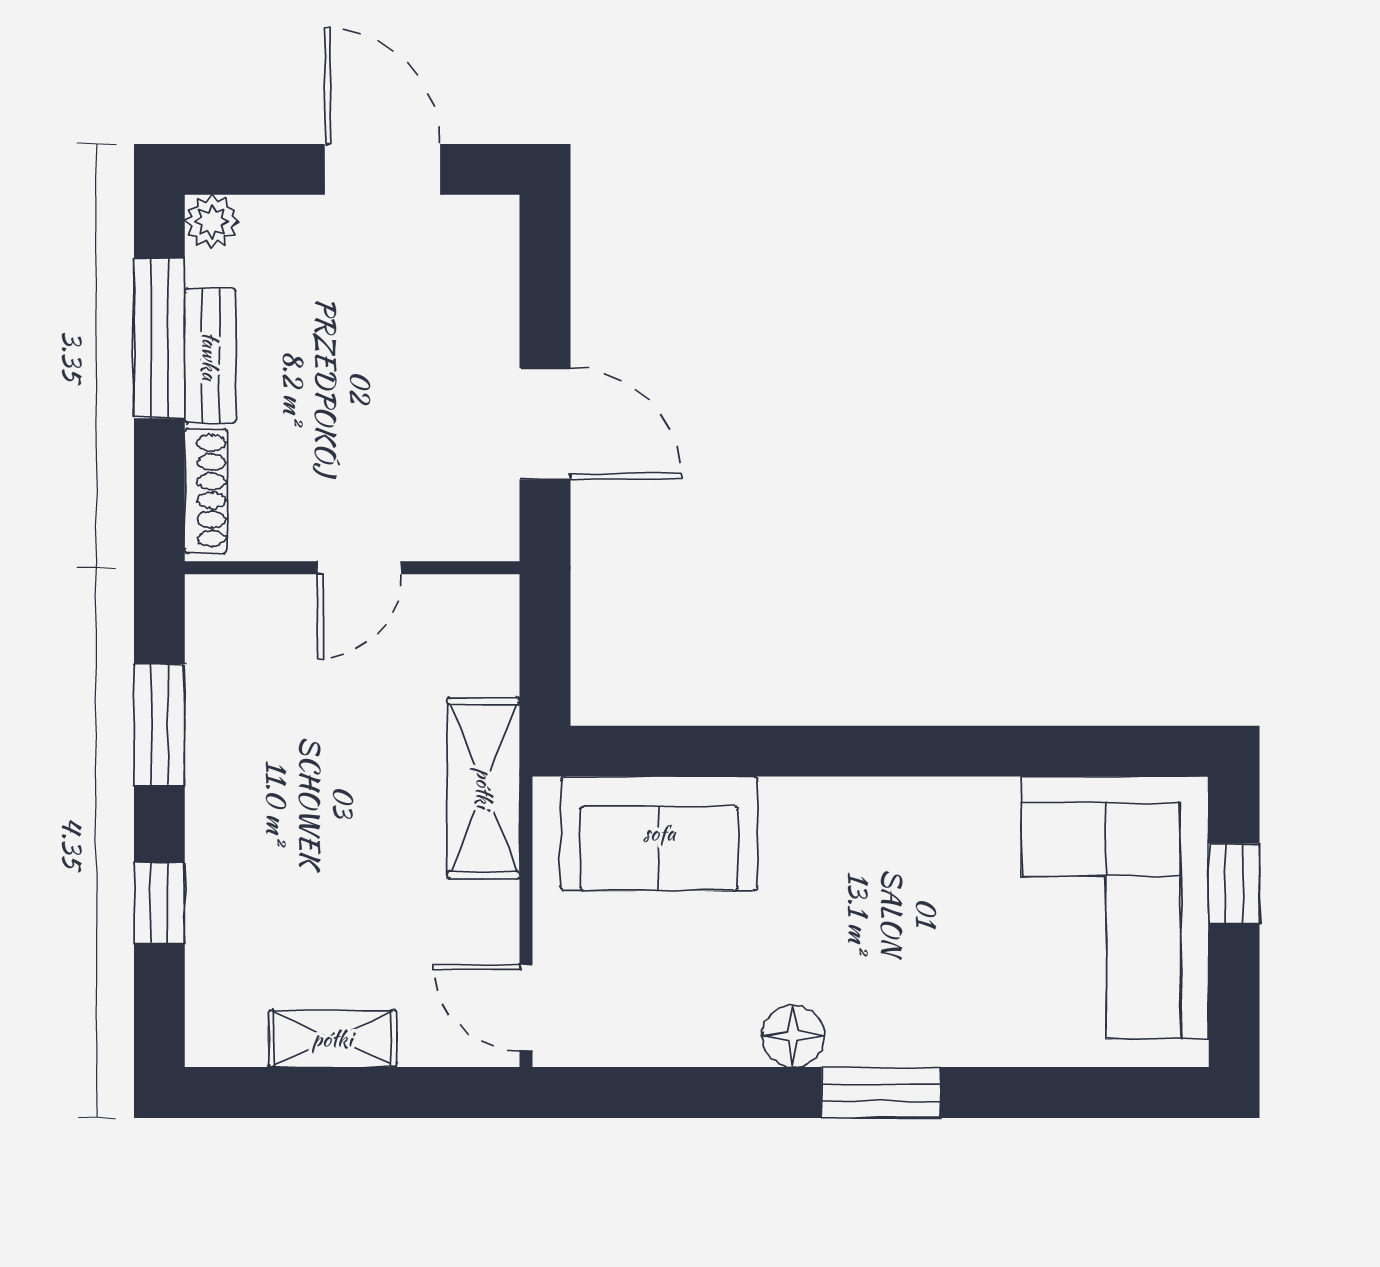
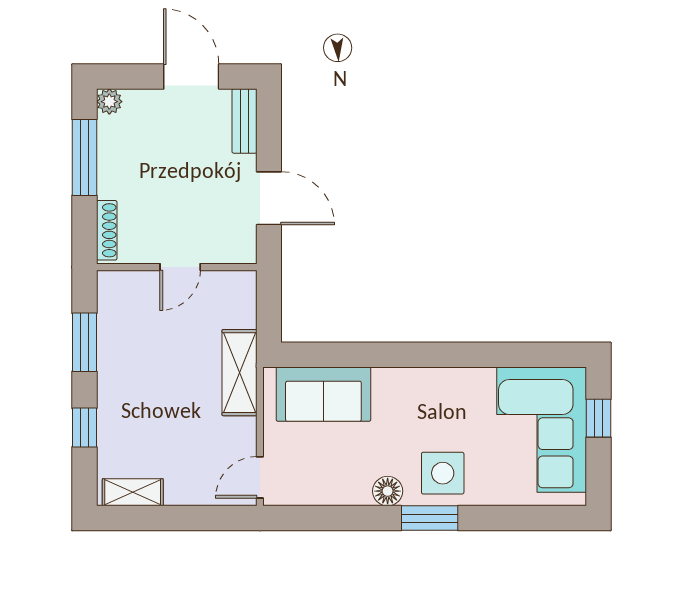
bench: (210, 356) -> (244, 121), moved
side table: (908, 998) -> (443, 473), added
door: (526, 1007) -> (260, 477), hinge flipped
shelving: (332, 1039) -> (133, 492), moved

